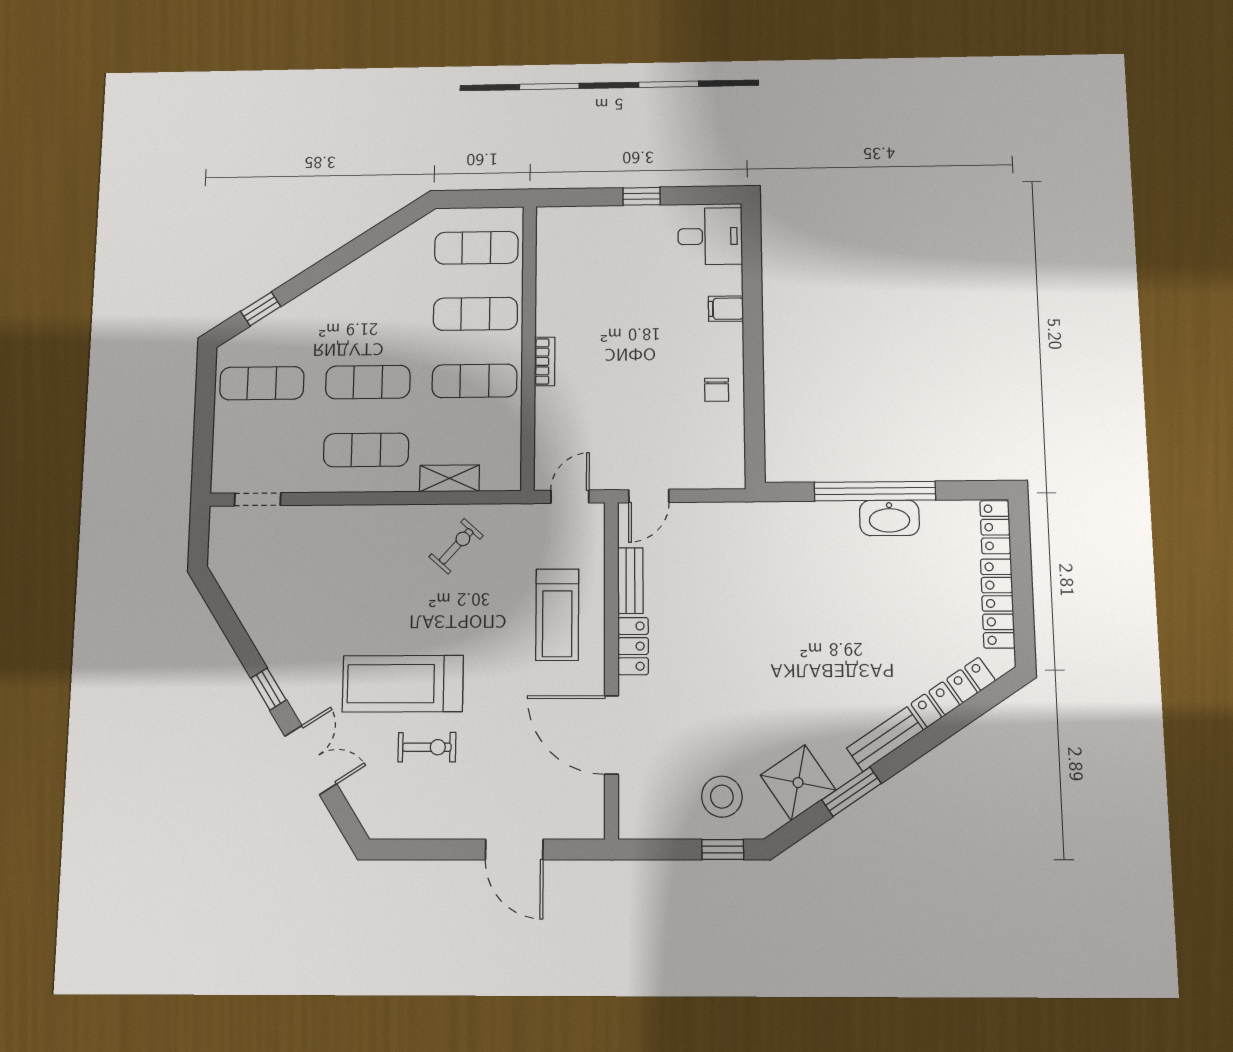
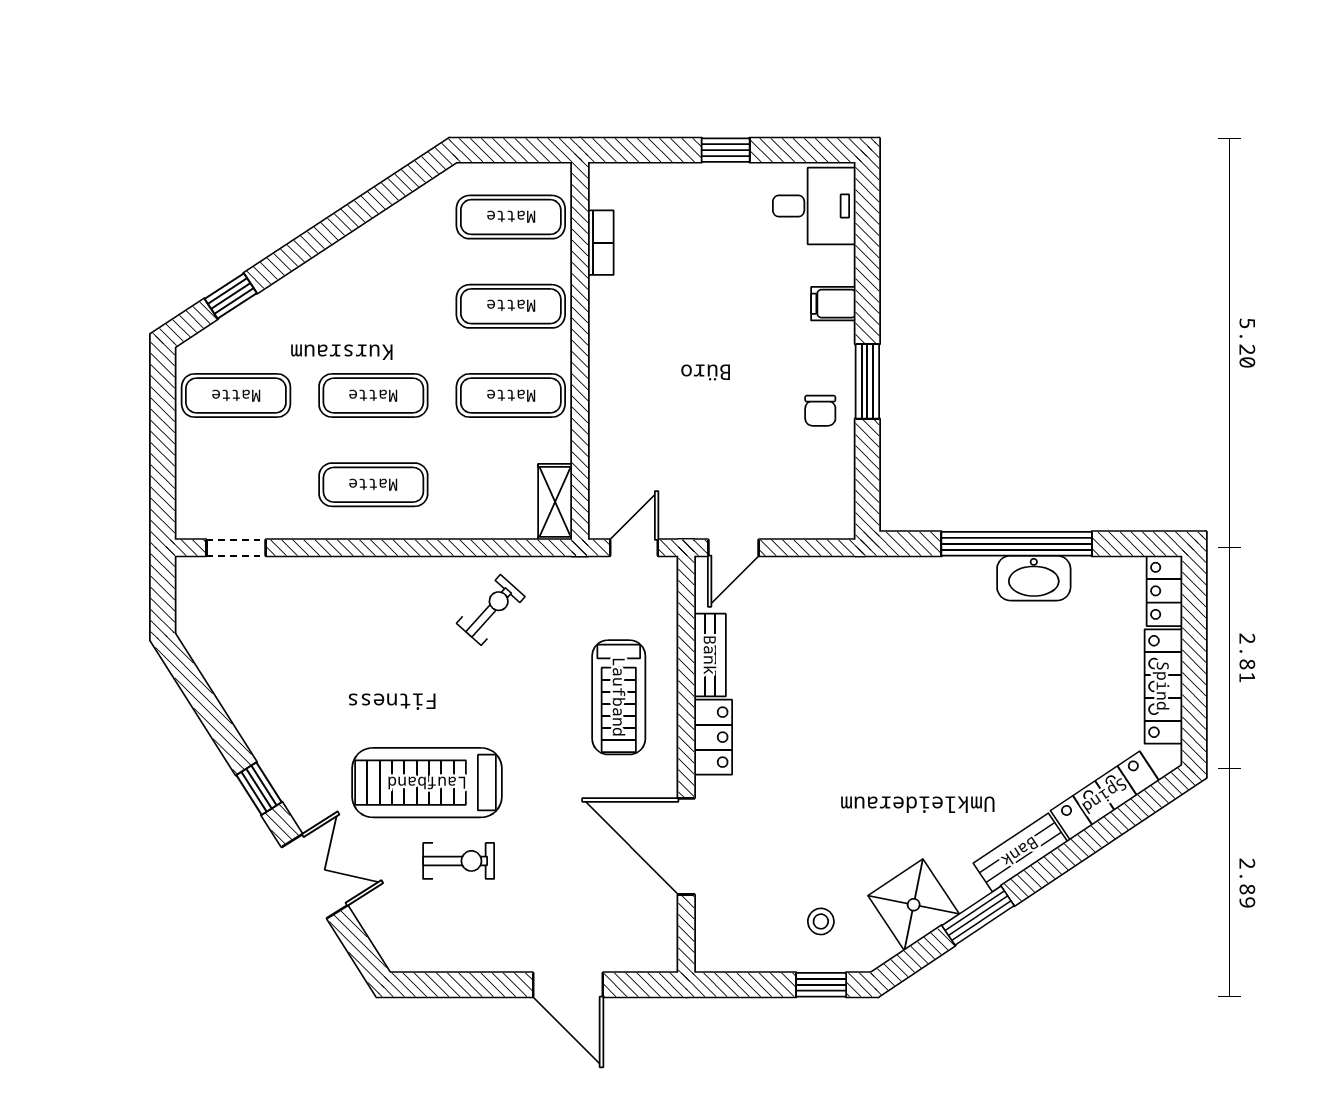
bookcase: (545, 361) -> (601, 243), moved
window: (753, 367) -> (867, 381), added
shelving: (449, 478) -> (555, 502), moved, turned 90
stool: (722, 797) -> (821, 921), width x0.53, depth x0.53

